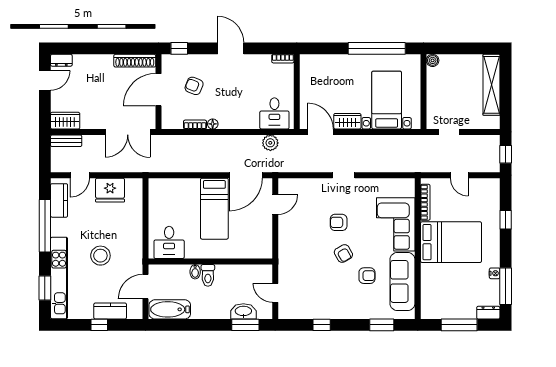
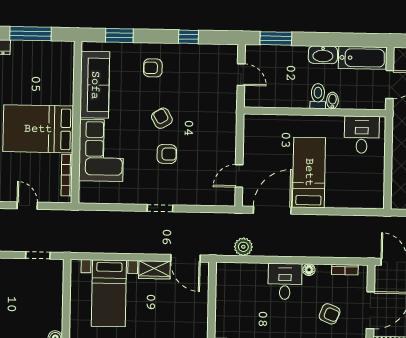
desk: (274, 113) -> (285, 281), moved
bookcase: (195, 125) -> (345, 270), moved
armchair: (367, 276) -> (153, 68), moved
washbasin: (243, 311) -> (323, 55), moved

